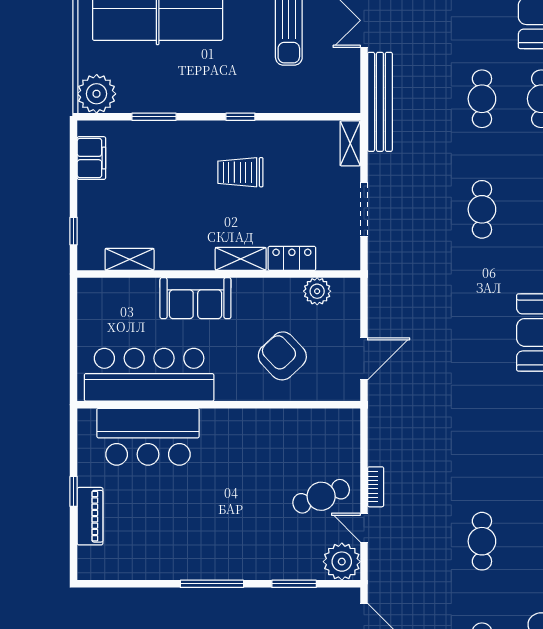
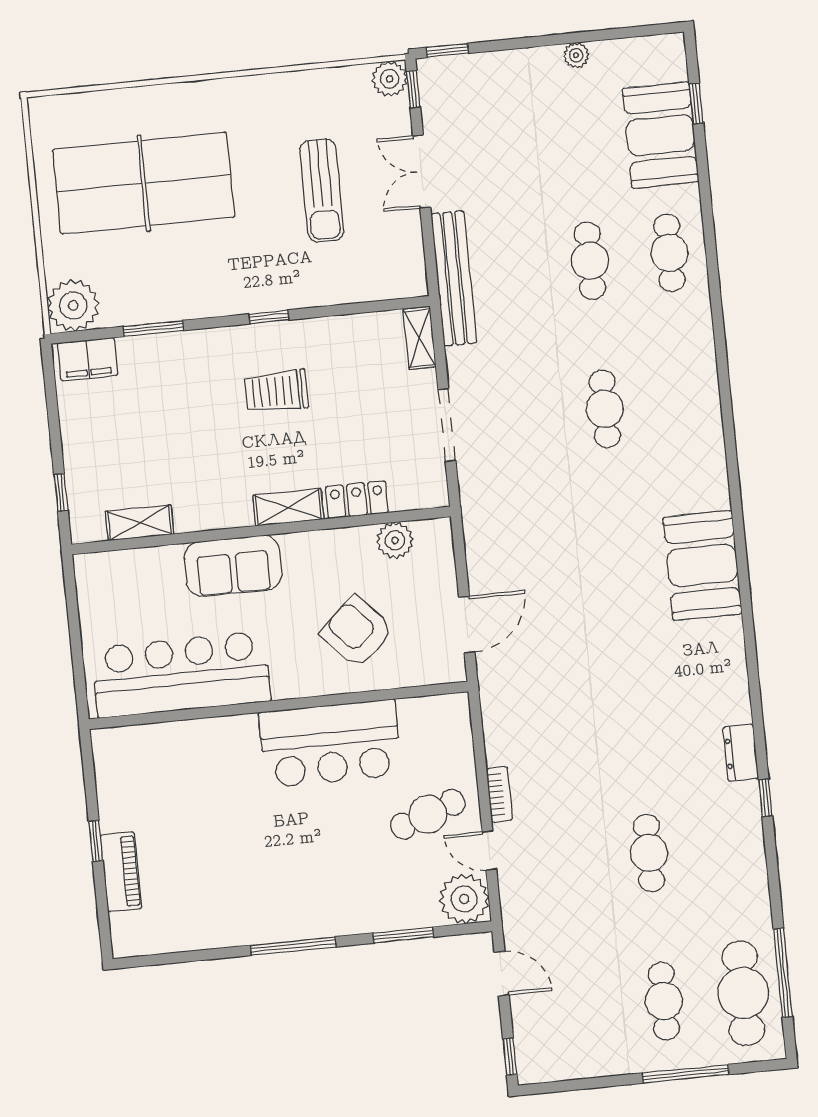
filing cabinet: (91, 158) -> (88, 359), moved, turned 90
bar counter: (148, 437) -> (330, 744), moved

